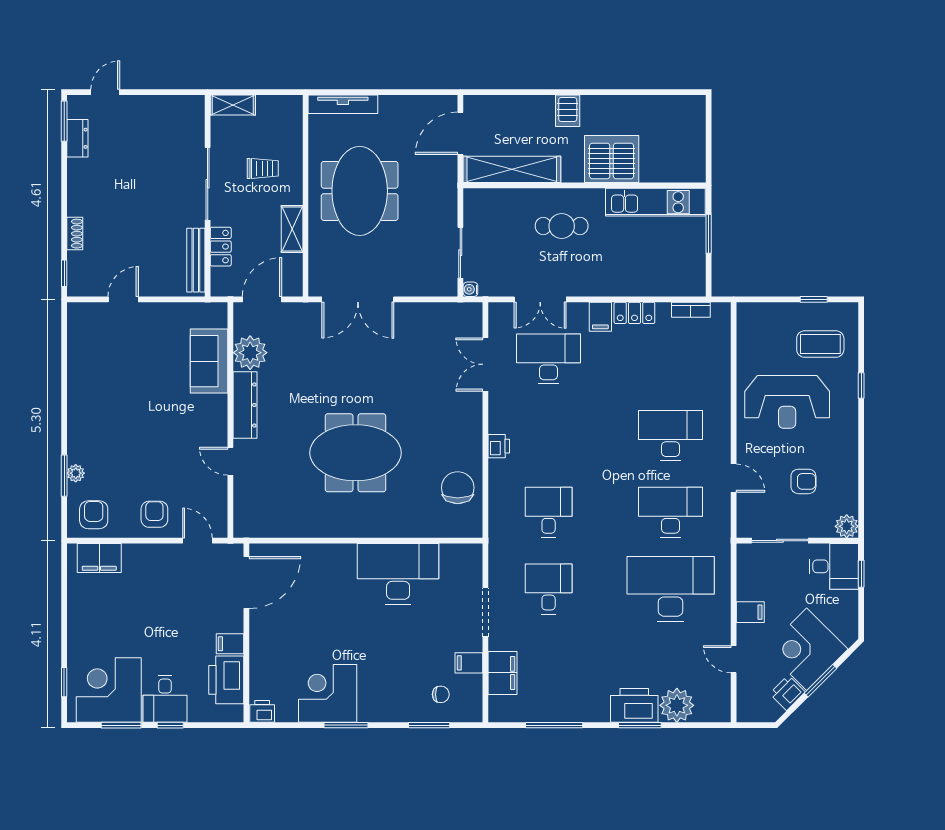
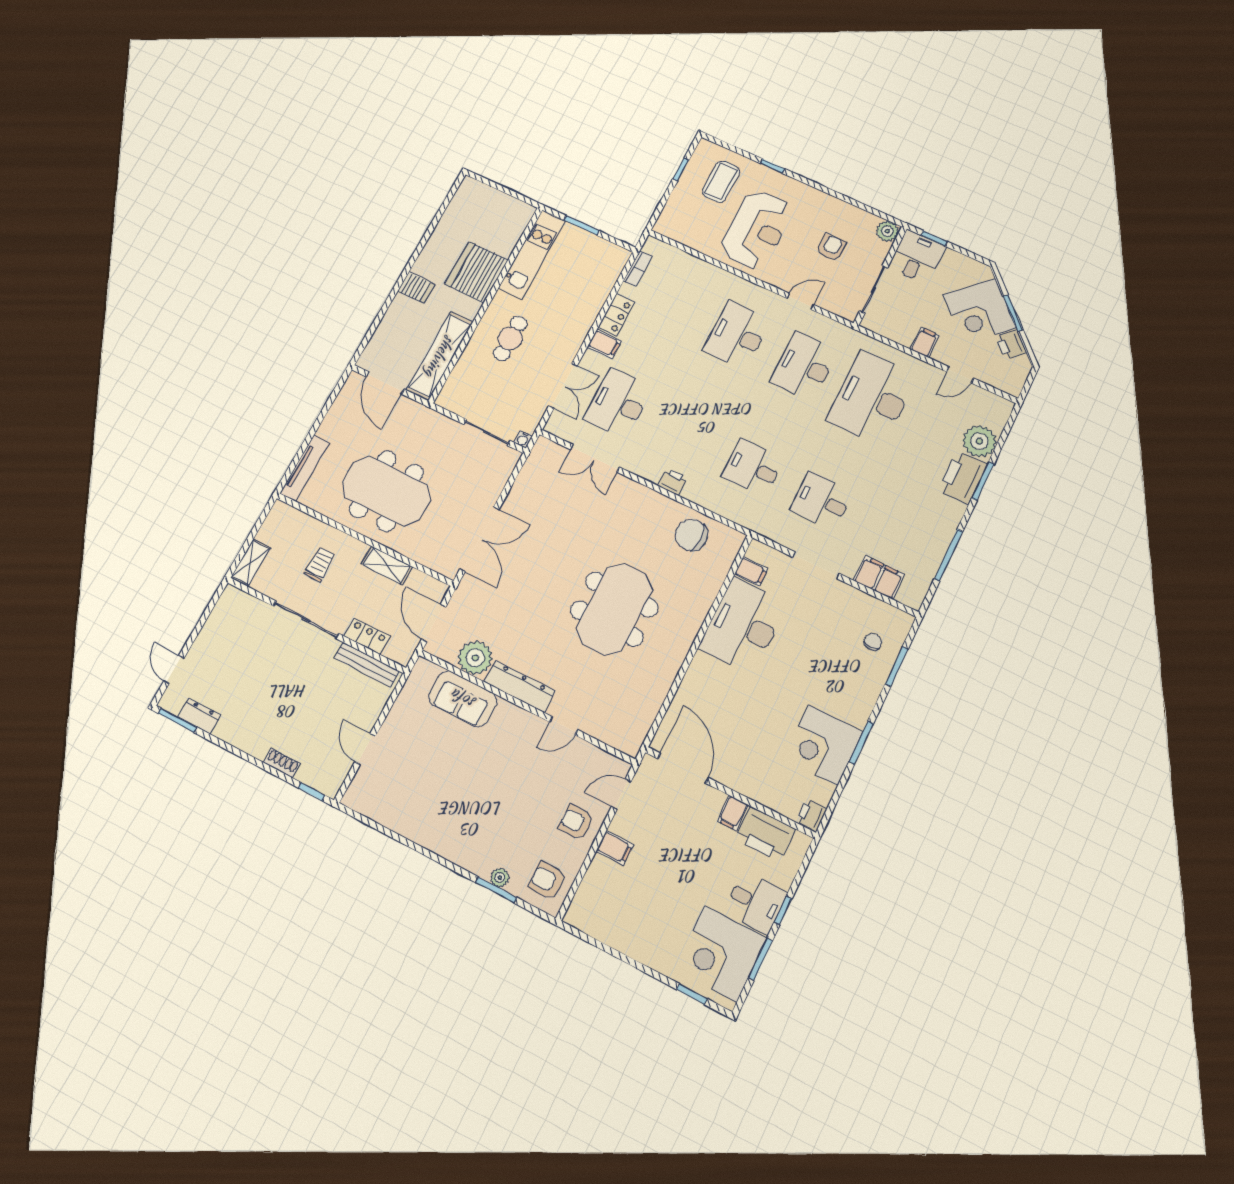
filing cabinet: (99, 558) -> (615, 848), moved, width x0.50
filing cabinet: (469, 663) -> (751, 571), moved, turned -90

